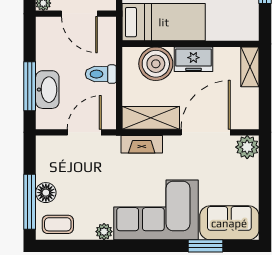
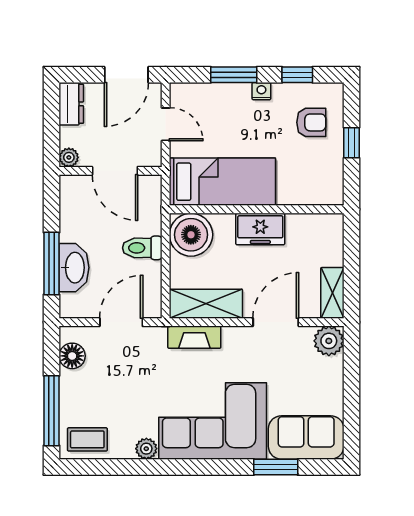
boiler: (156, 64) -> (191, 235), moved
shelving: (250, 67) -> (332, 293), moved
door: (206, 132) -> (276, 322), width x0.73
floor lamp: (46, 193) -> (72, 356), moved

